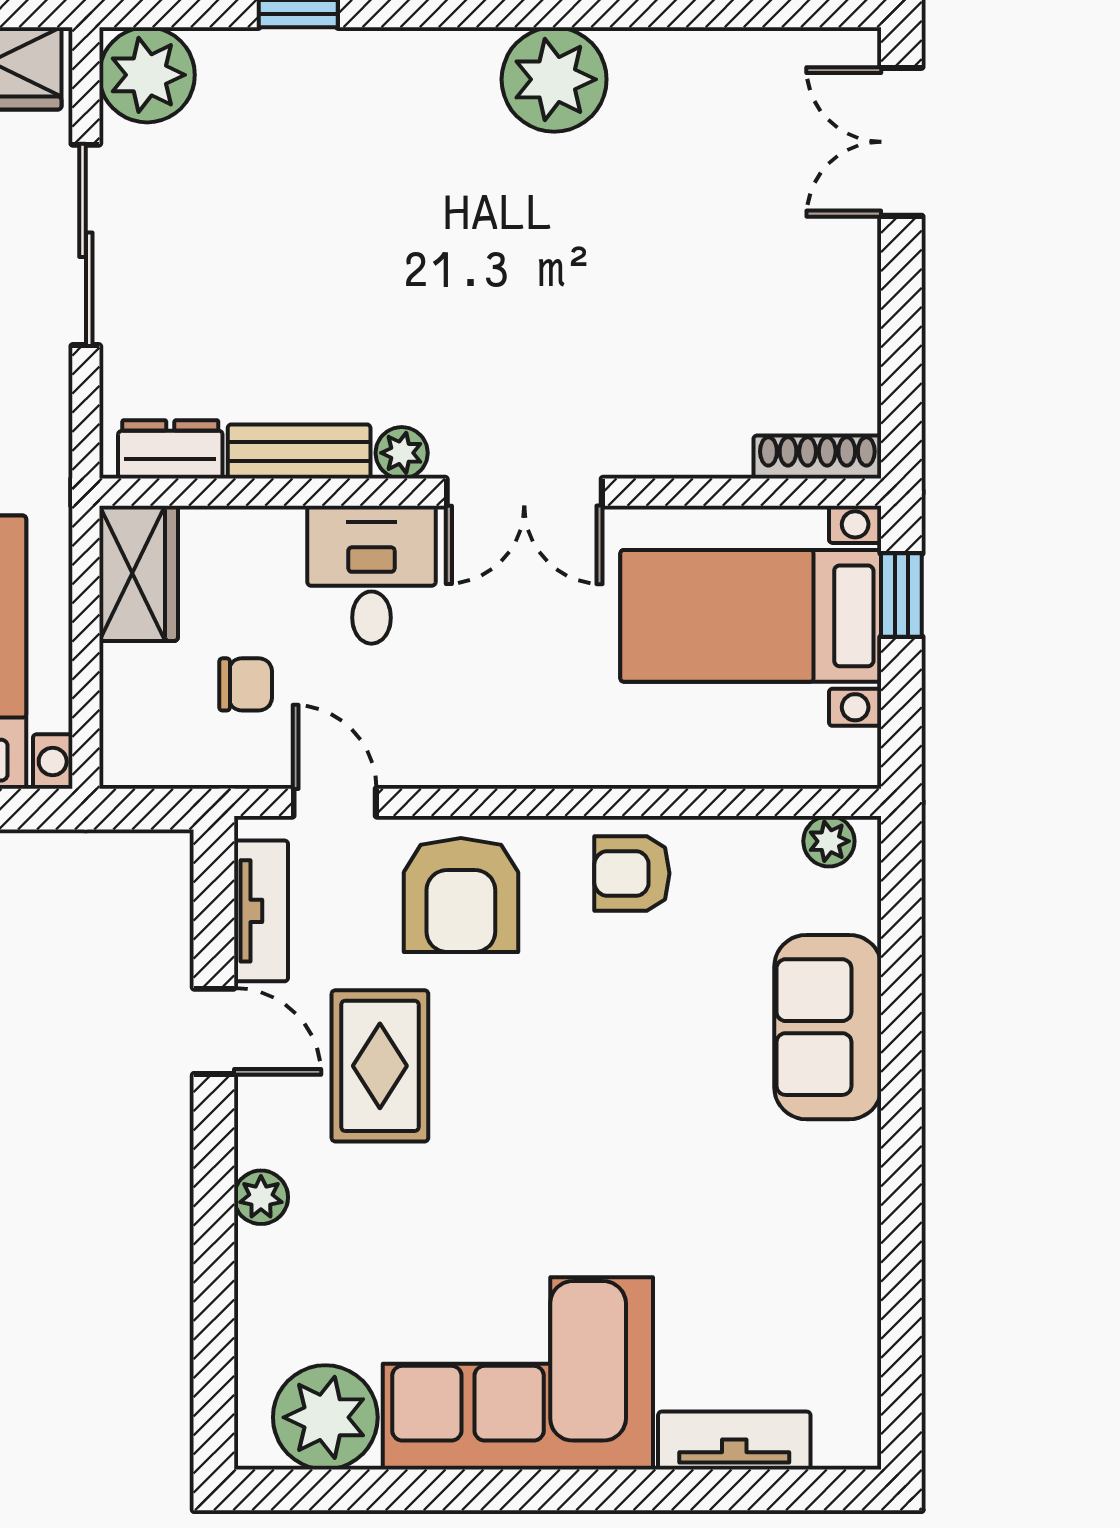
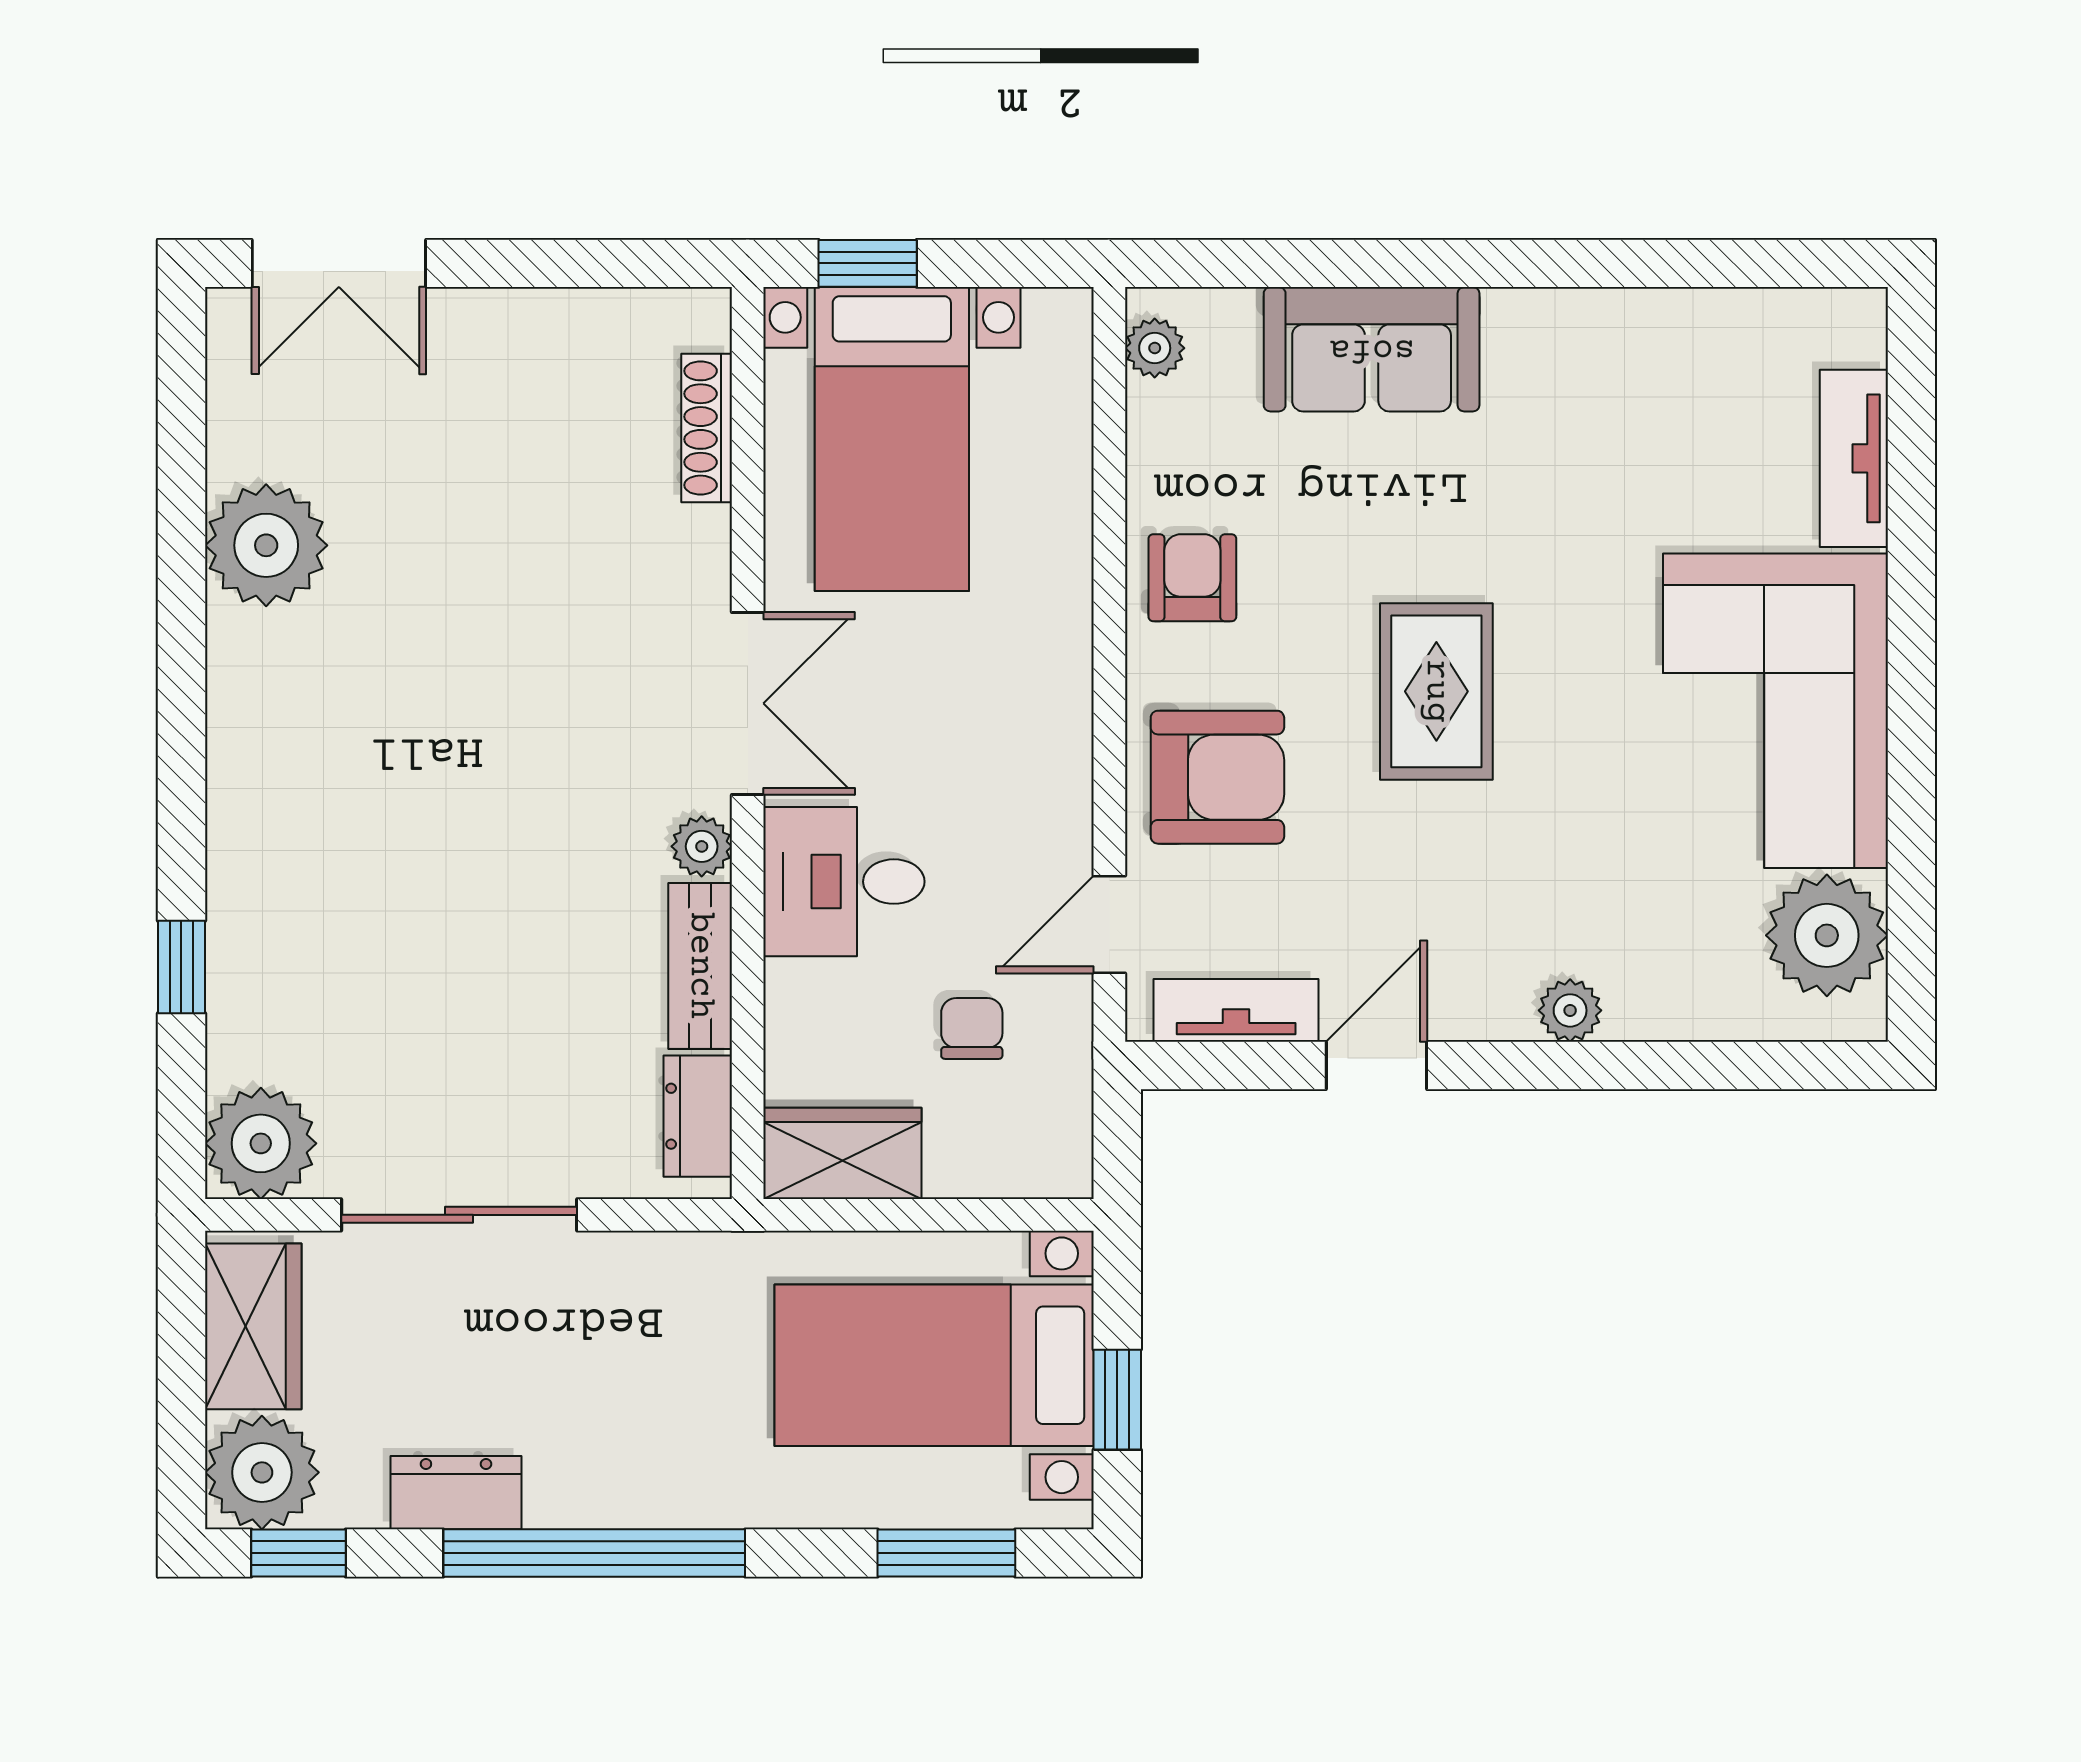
plant: (554, 79) -> (266, 545), moved
shoe rack: (817, 457) -> (707, 428), moved
armchair: (632, 873) -> (1192, 578), turned 180
rug: (380, 1066) -> (1436, 691), moved, turned 90

